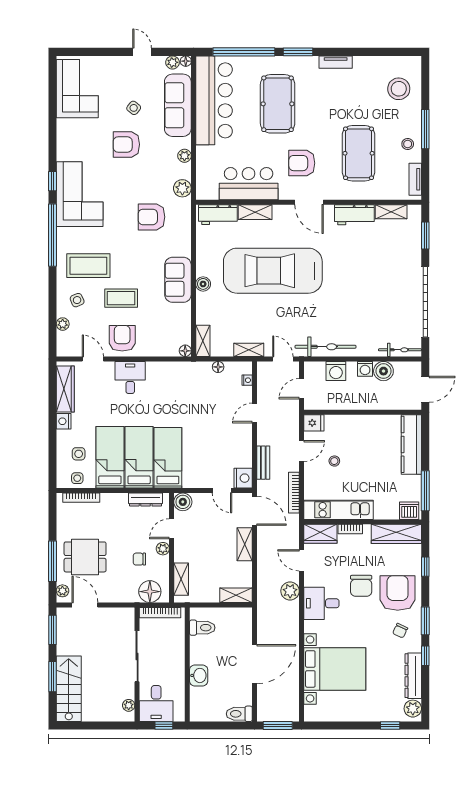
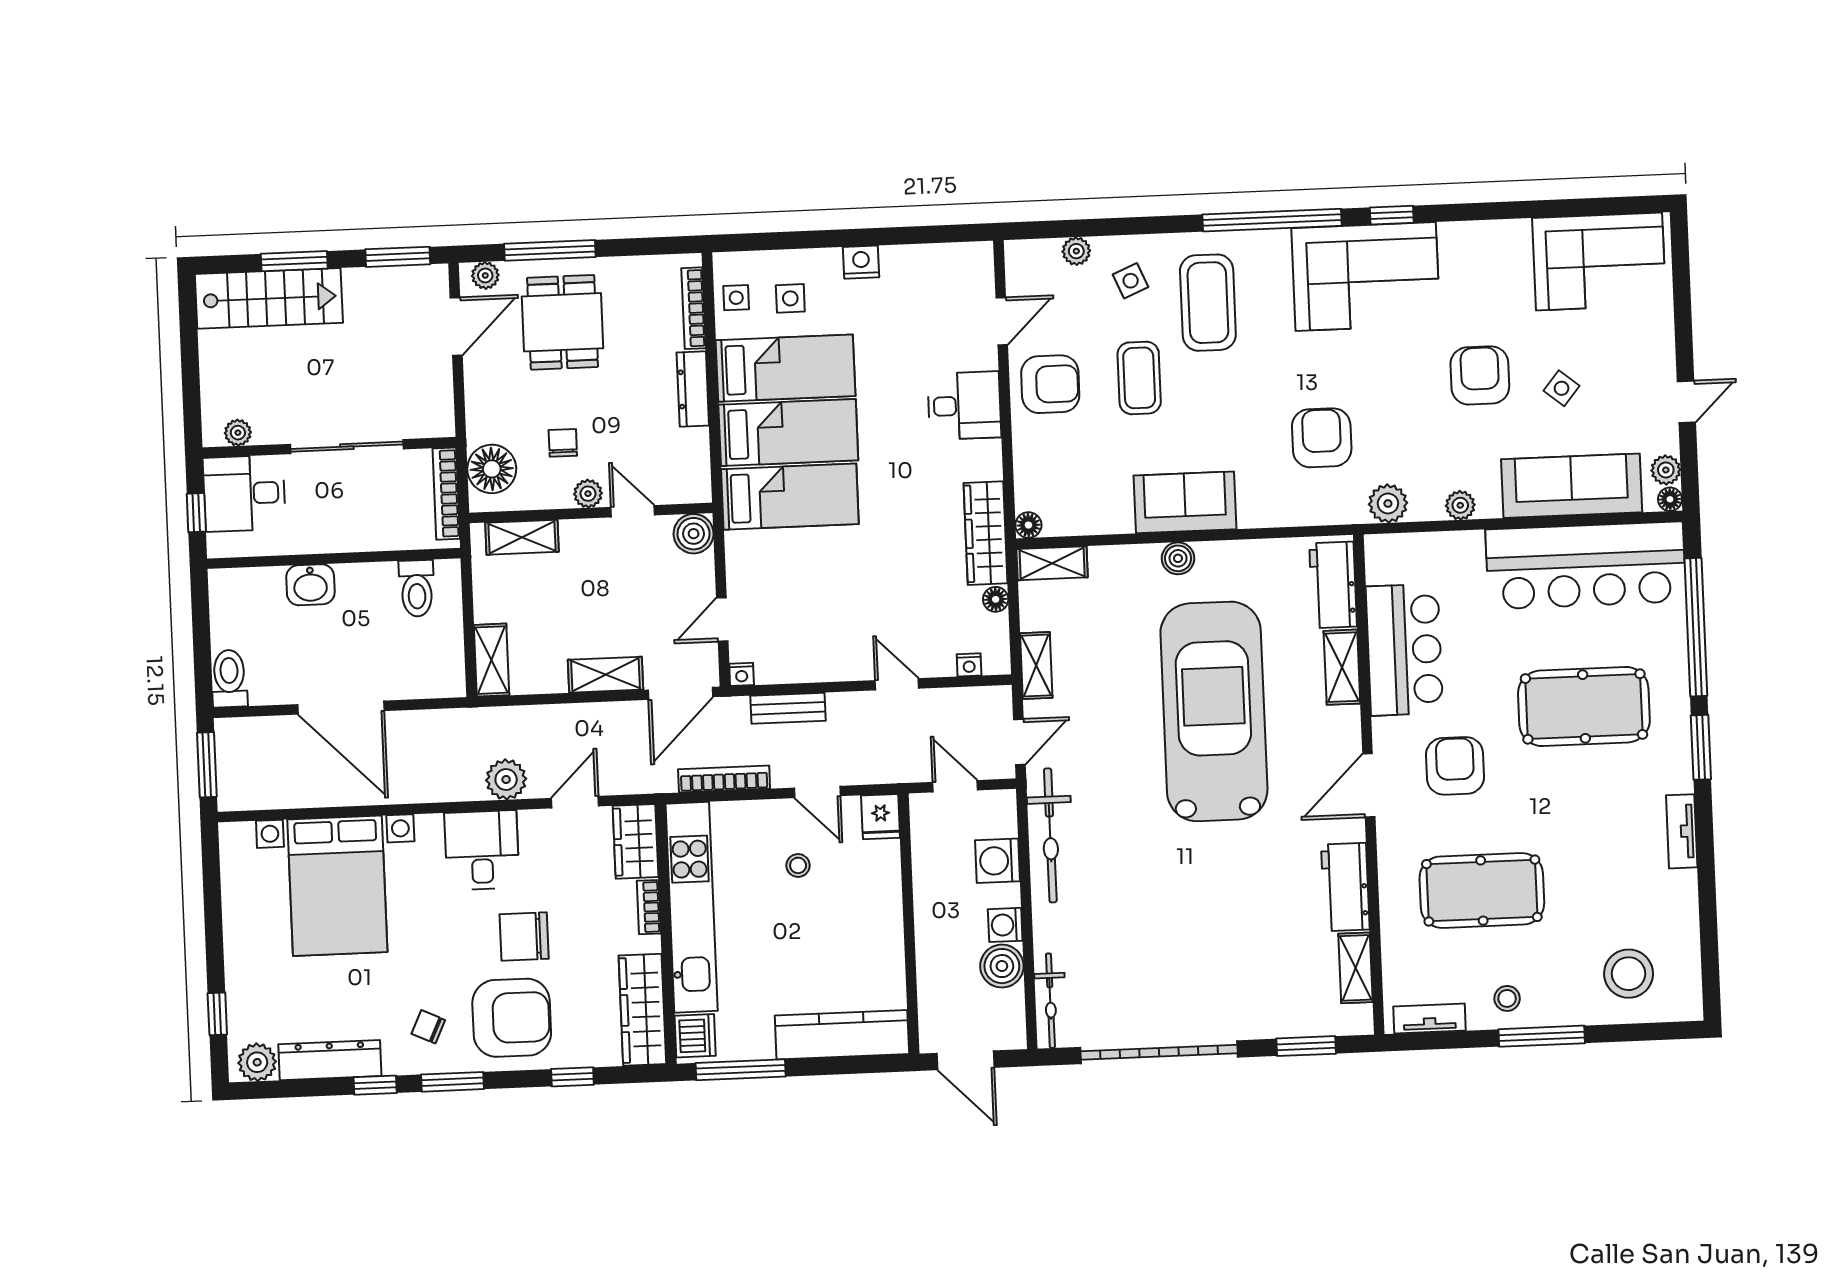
wardrobe: (65, 389) -> (986, 533), moved, turned 90
nightstand: (243, 478) -> (742, 674), width x0.53, depth x0.56
dresser: (146, 499) -> (693, 389), moved
kitchen unit: (339, 510) -> (692, 907), width x1.36

